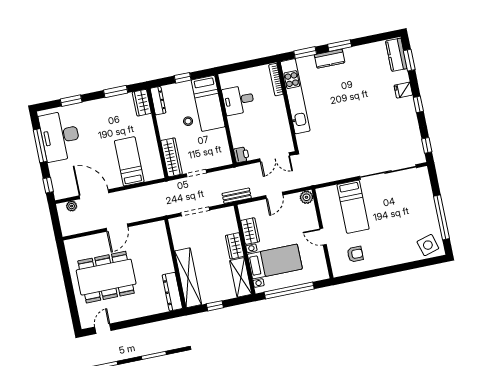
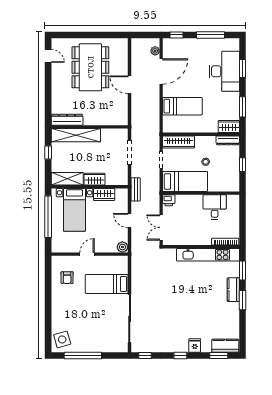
bed: (208, 103) -> (185, 181), moved, turned 180
desk: (60, 136) -> (224, 71), moved, turned 90

